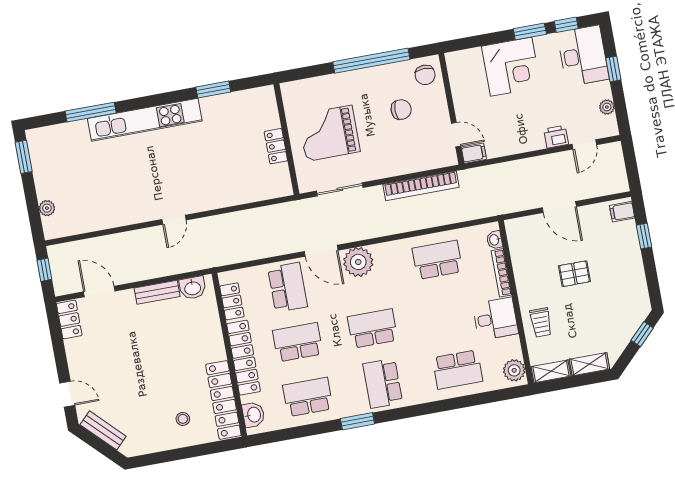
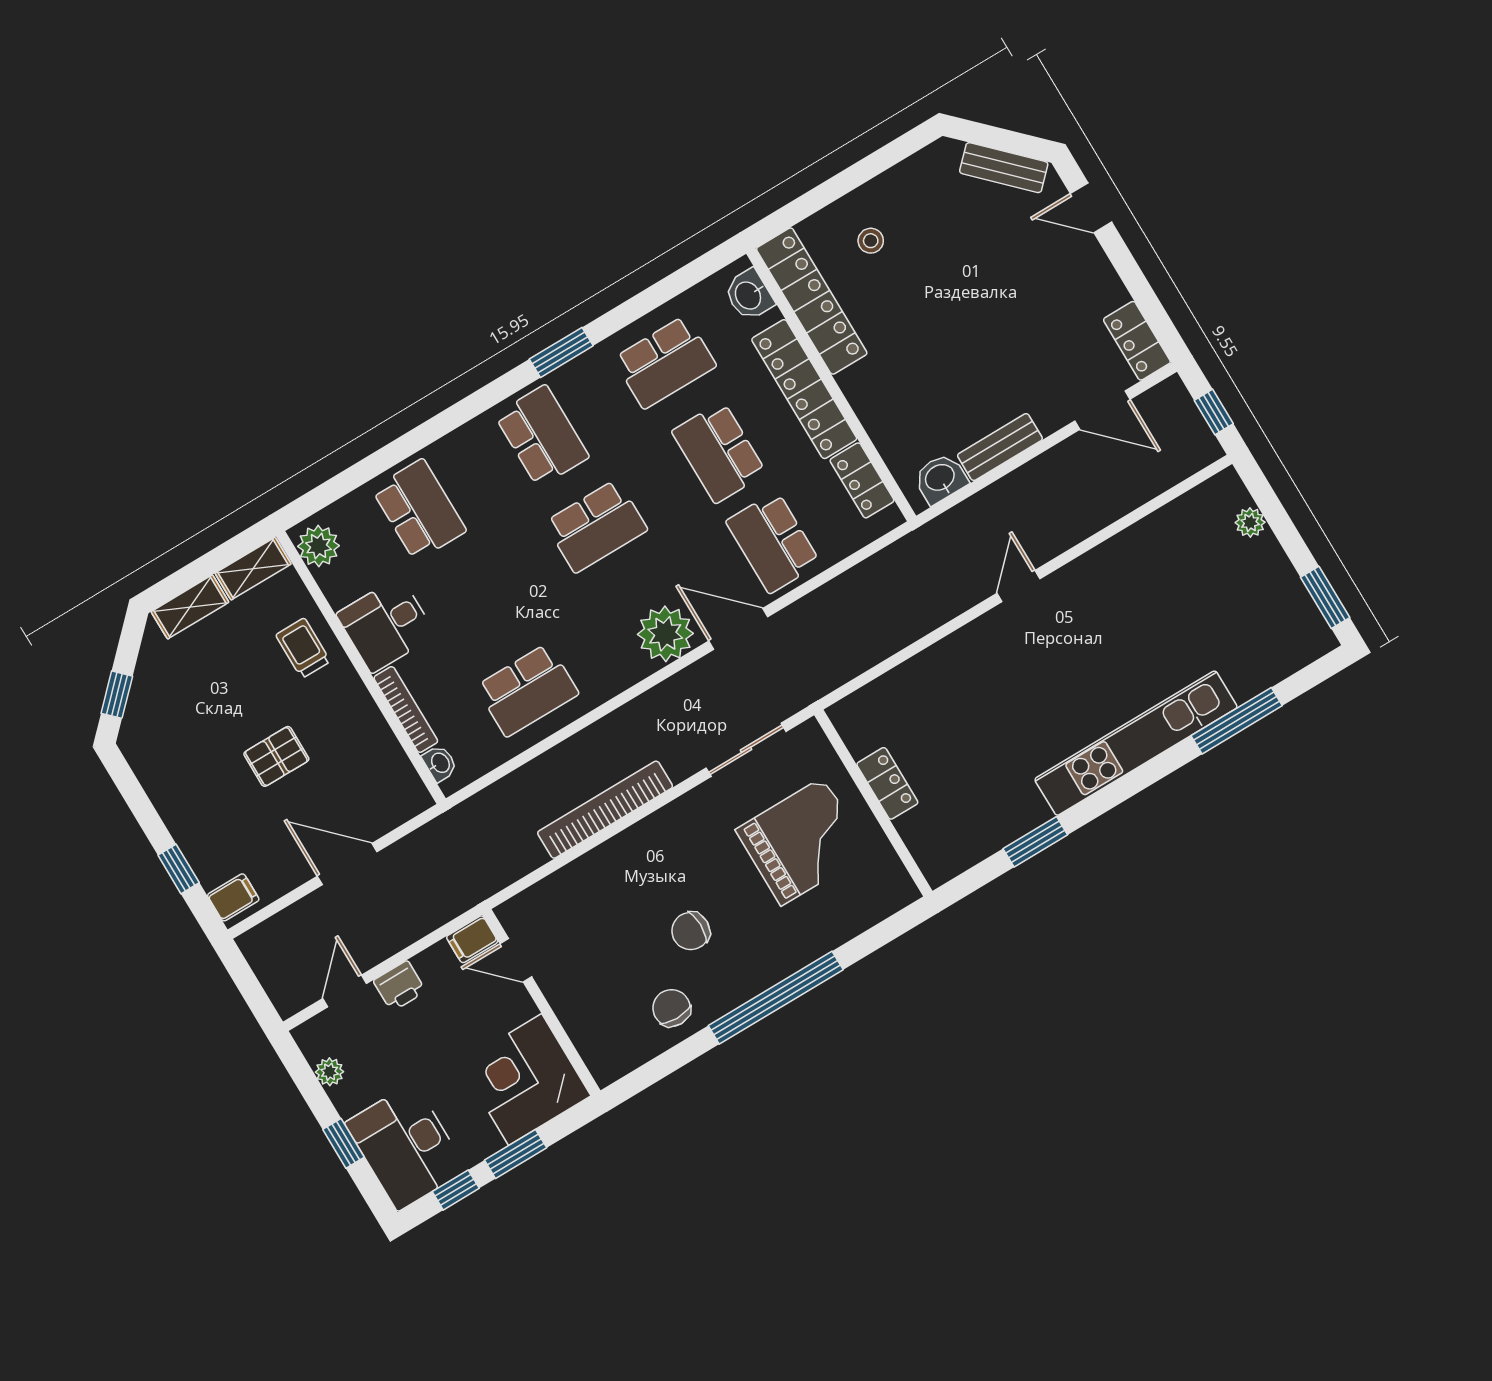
wall: (451, 109) -> (541, 1003), moved
door: (456, 135) -> (516, 960), moved
filing cabinet: (474, 153) -> (472, 939), moved
school desk: (298, 342) -> (719, 452), turned 90
school desk: (458, 370) -> (419, 510), turned 90

